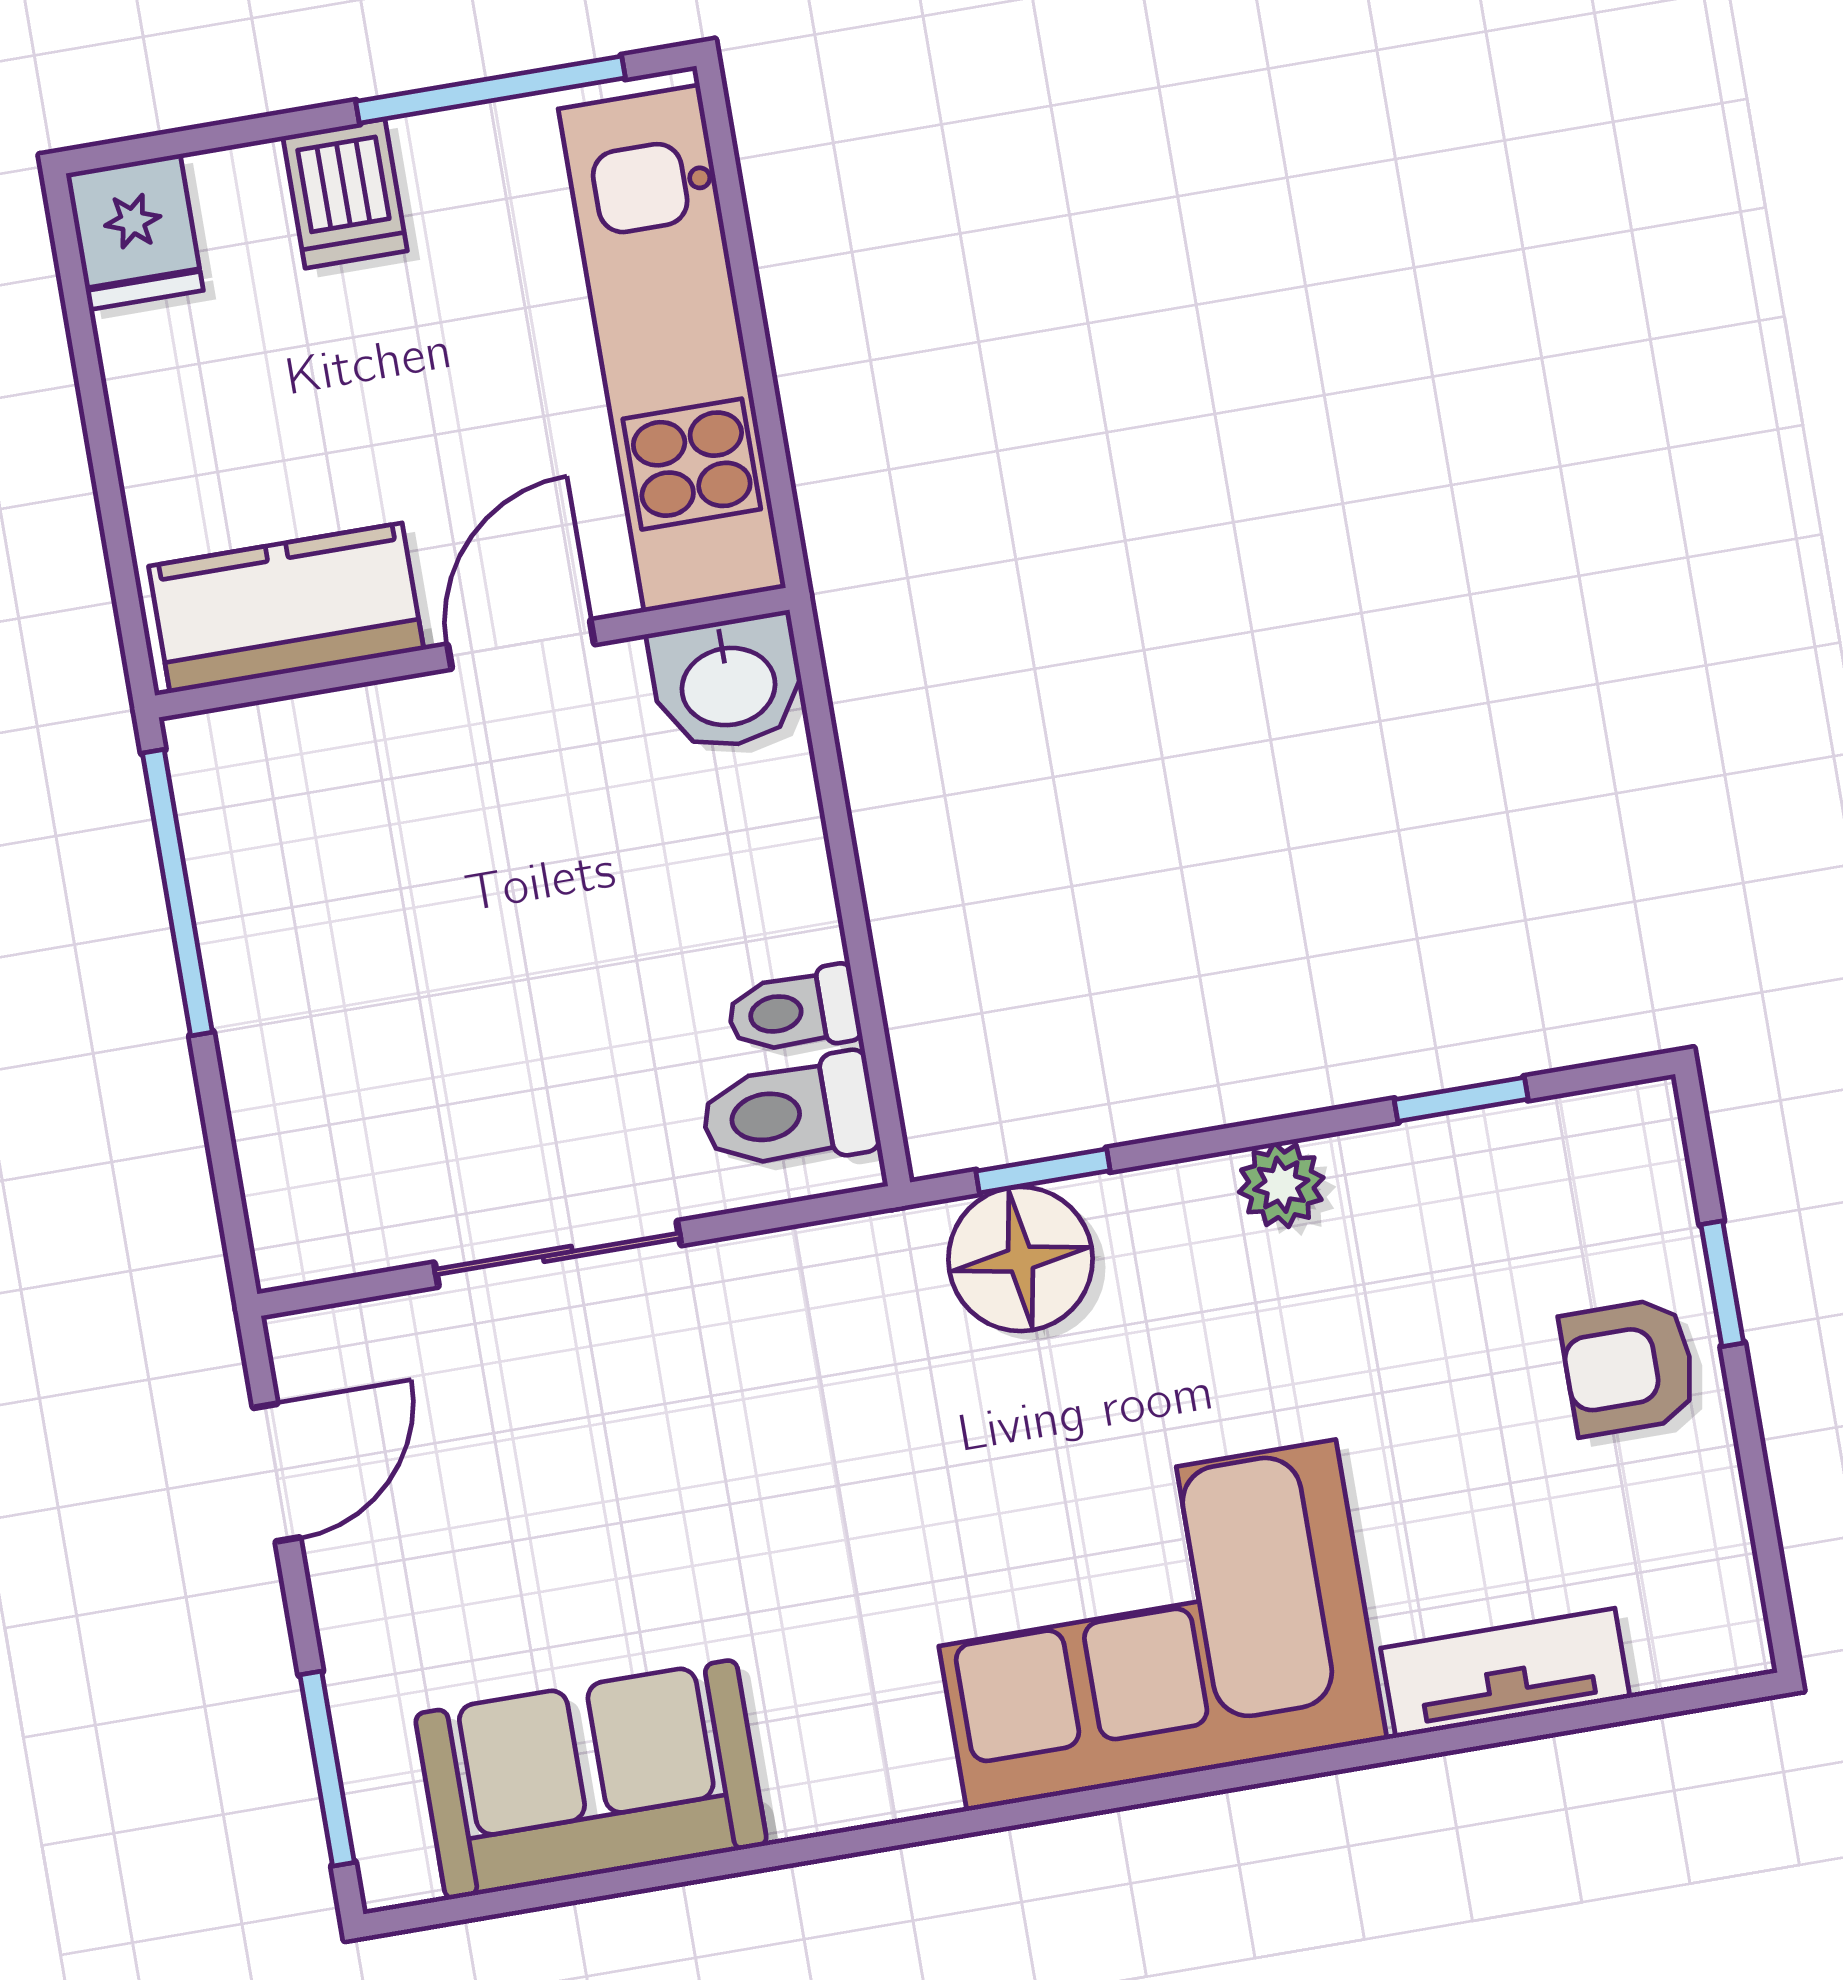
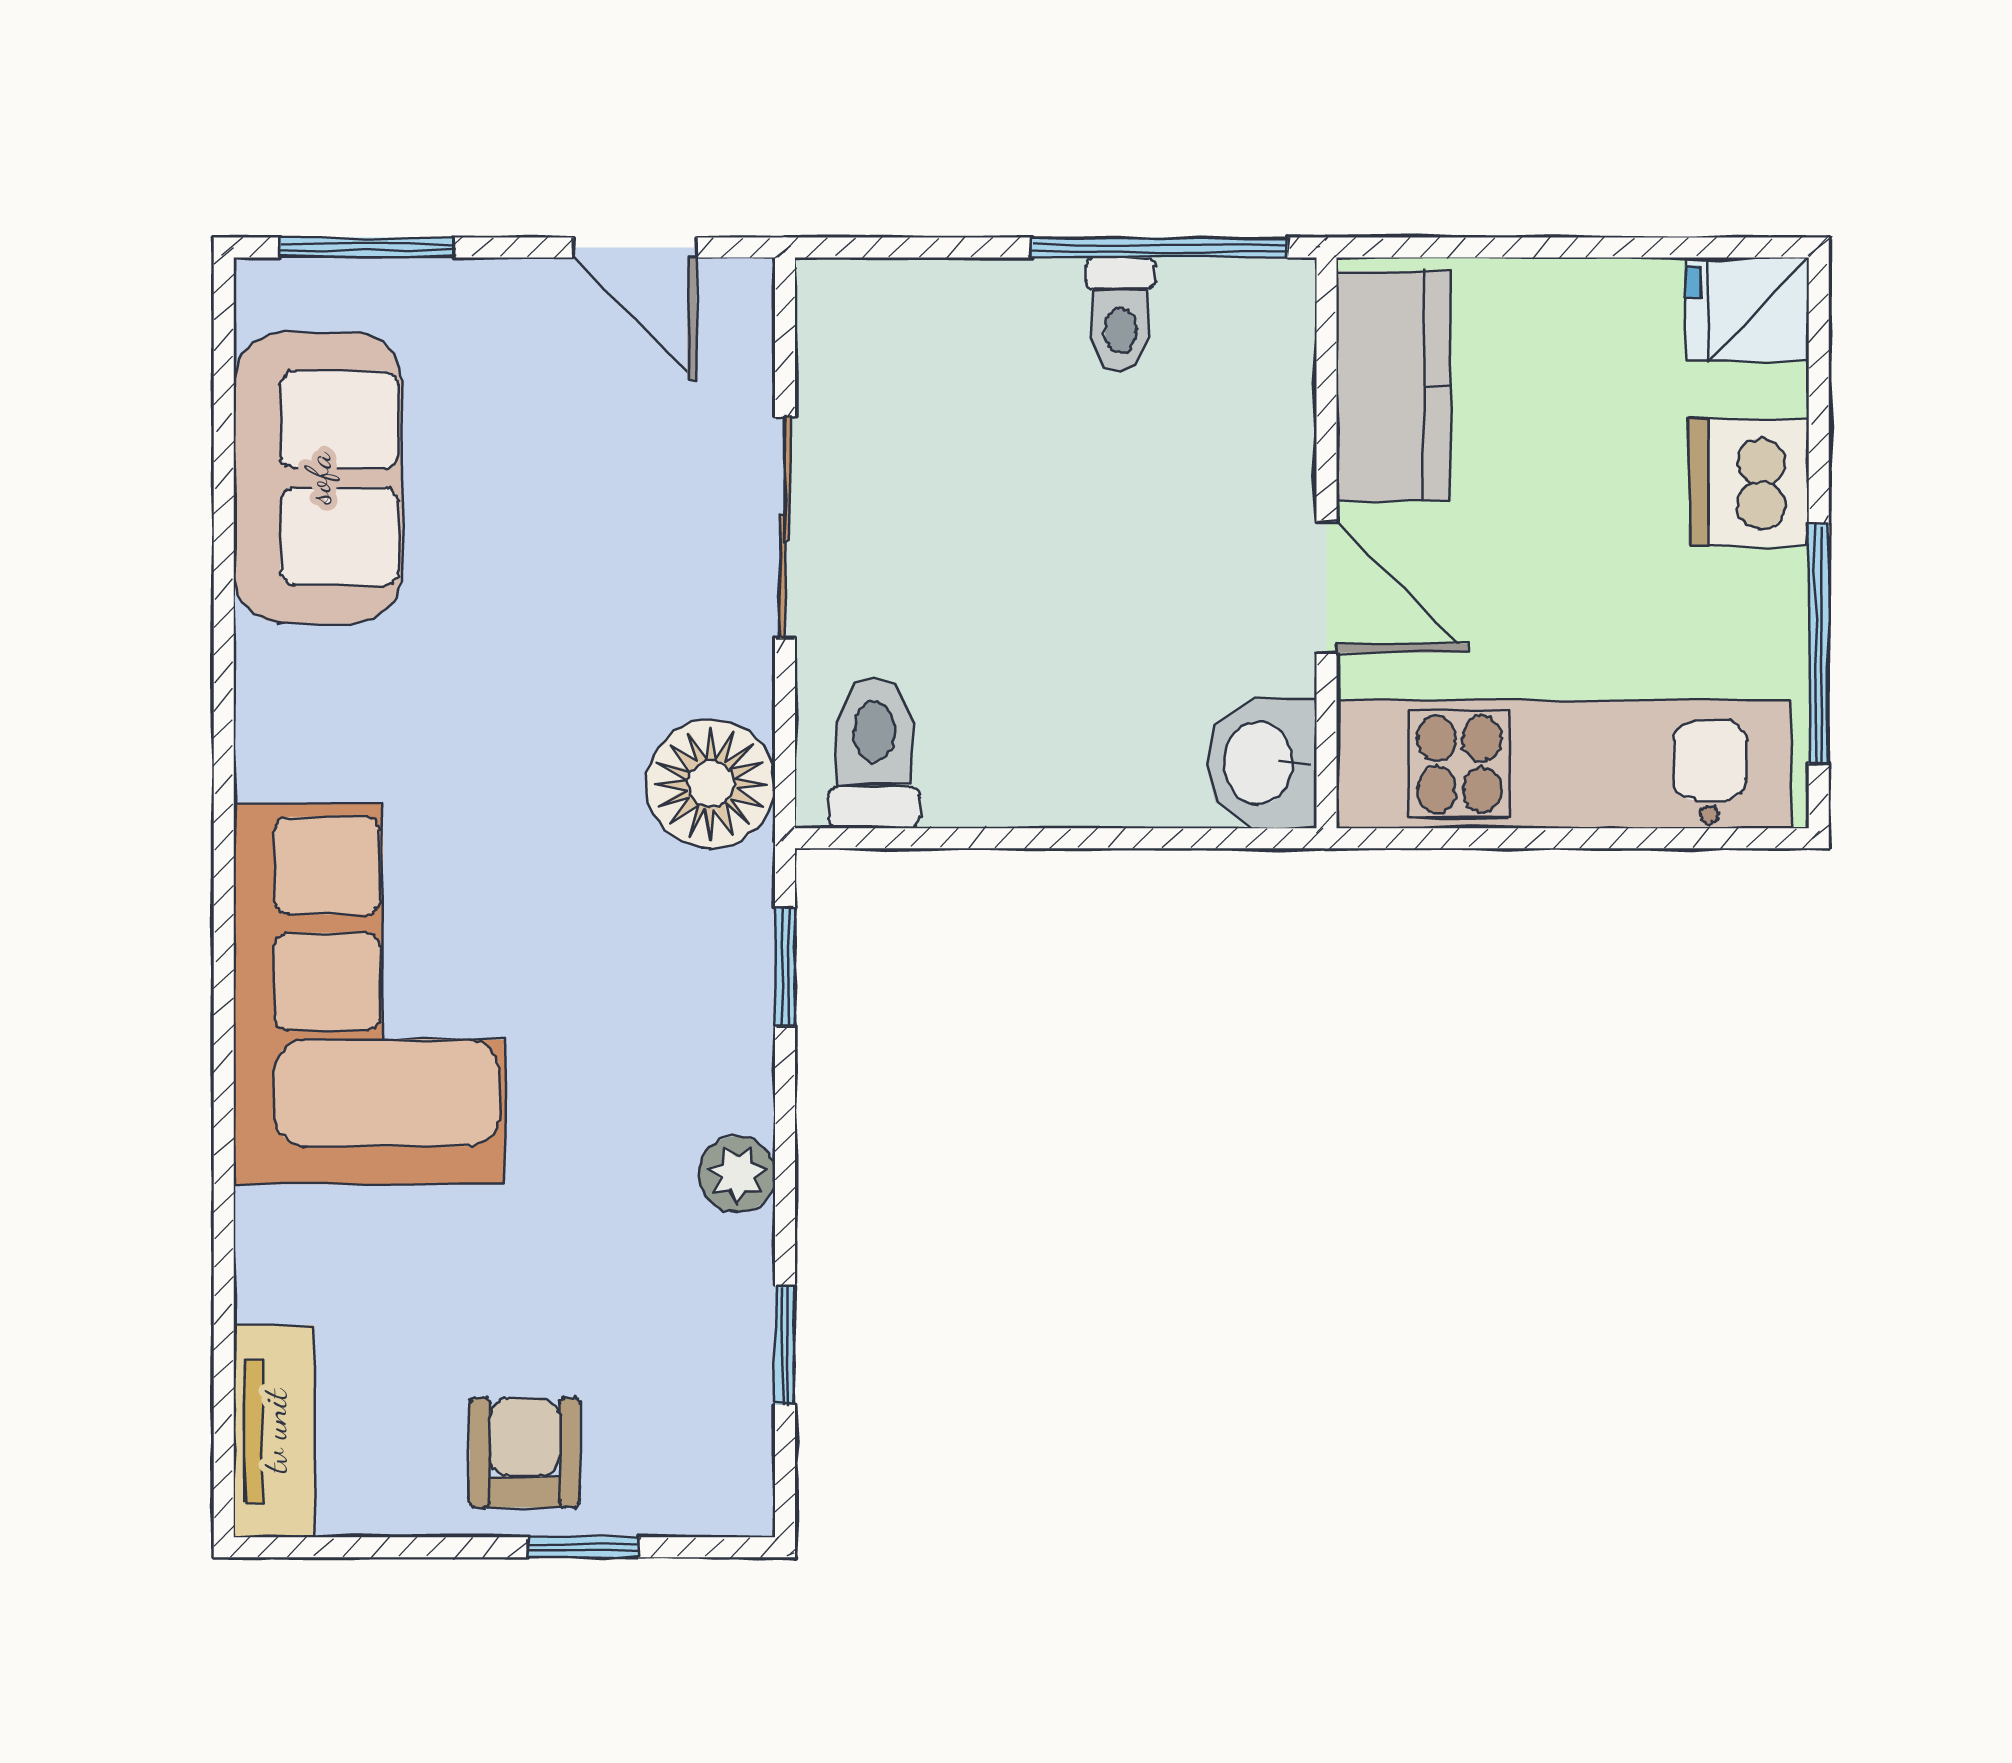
dishwasher: (345, 194) -> (1749, 483), width x1.38
toilet: (794, 1011) -> (1120, 314), moved, turned 180
floor lamp: (1021, 1259) -> (711, 784), moved
tv unit: (1505, 1673) -> (274, 1431), moved

